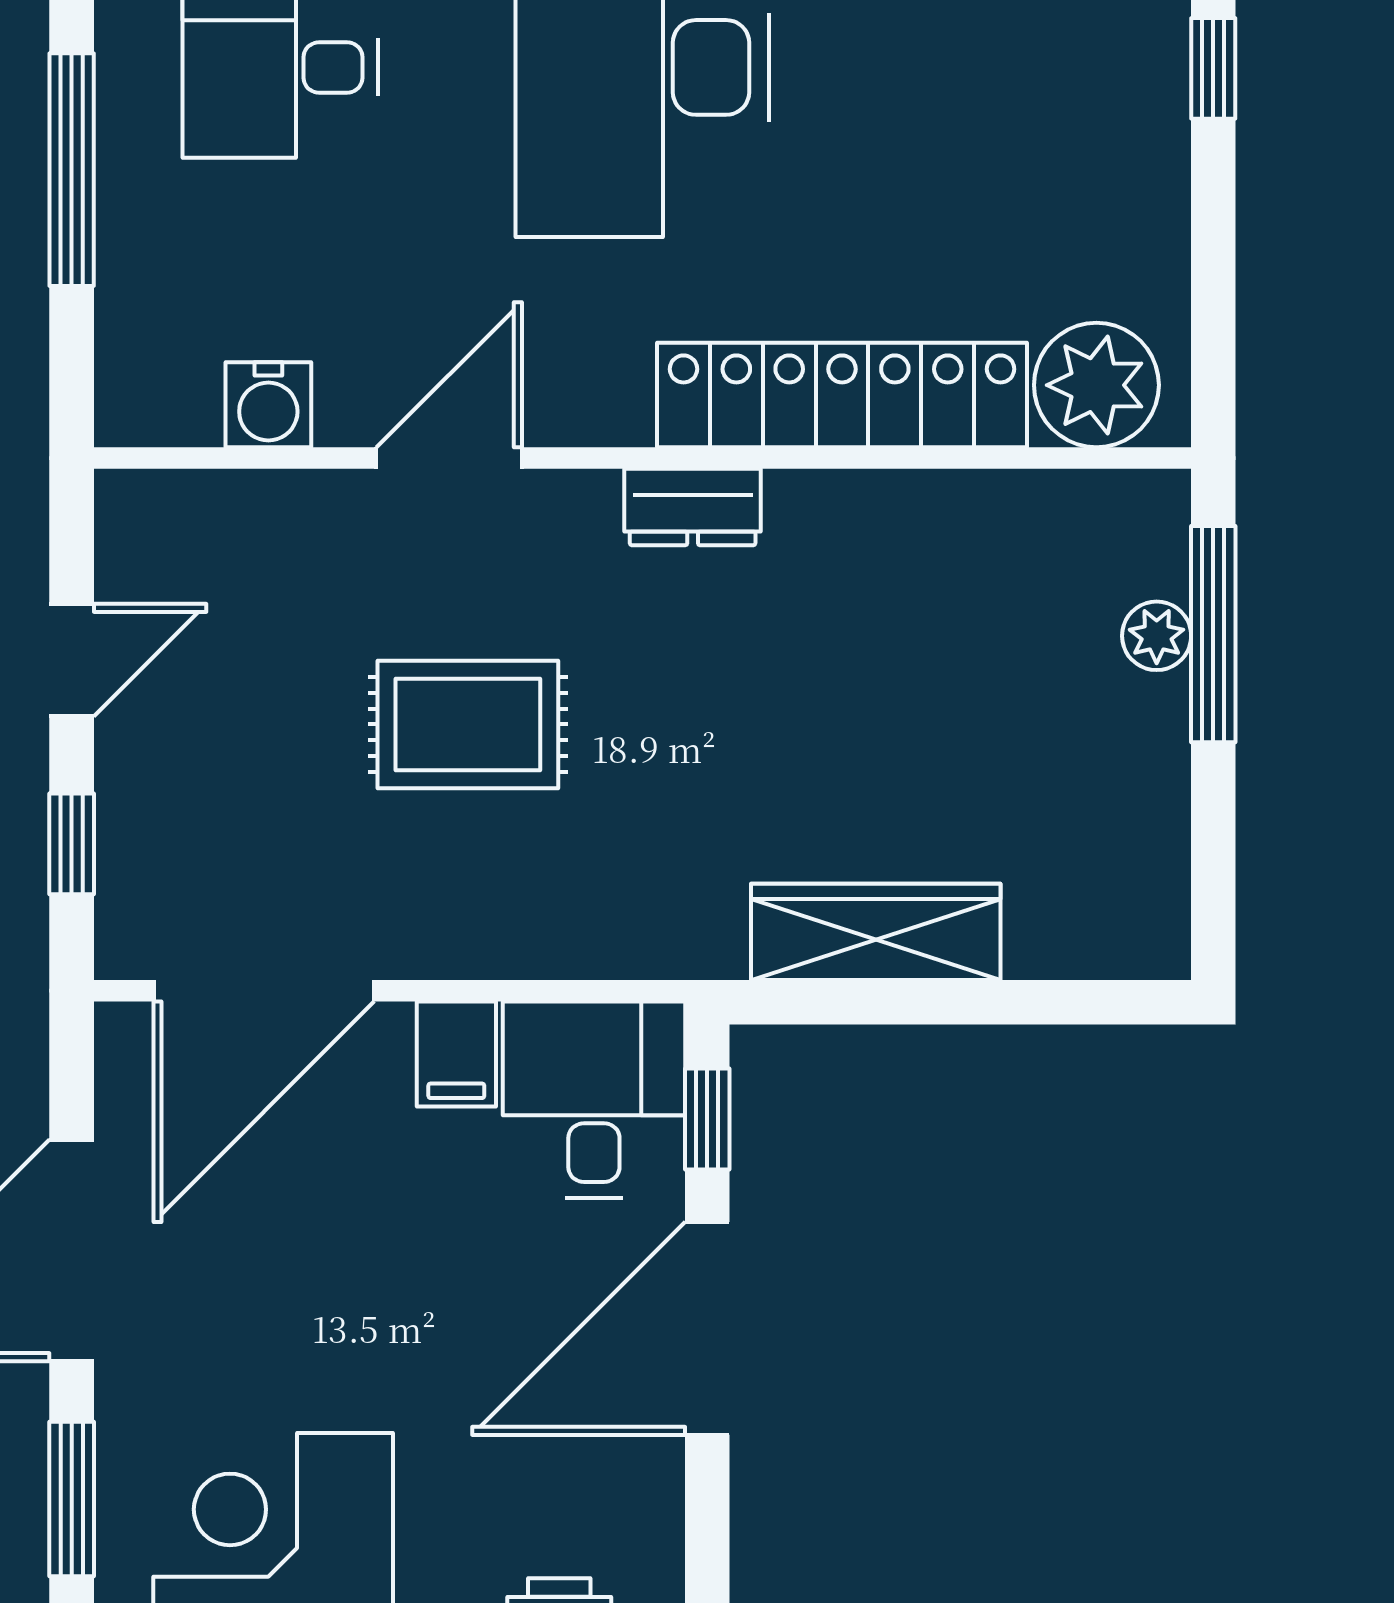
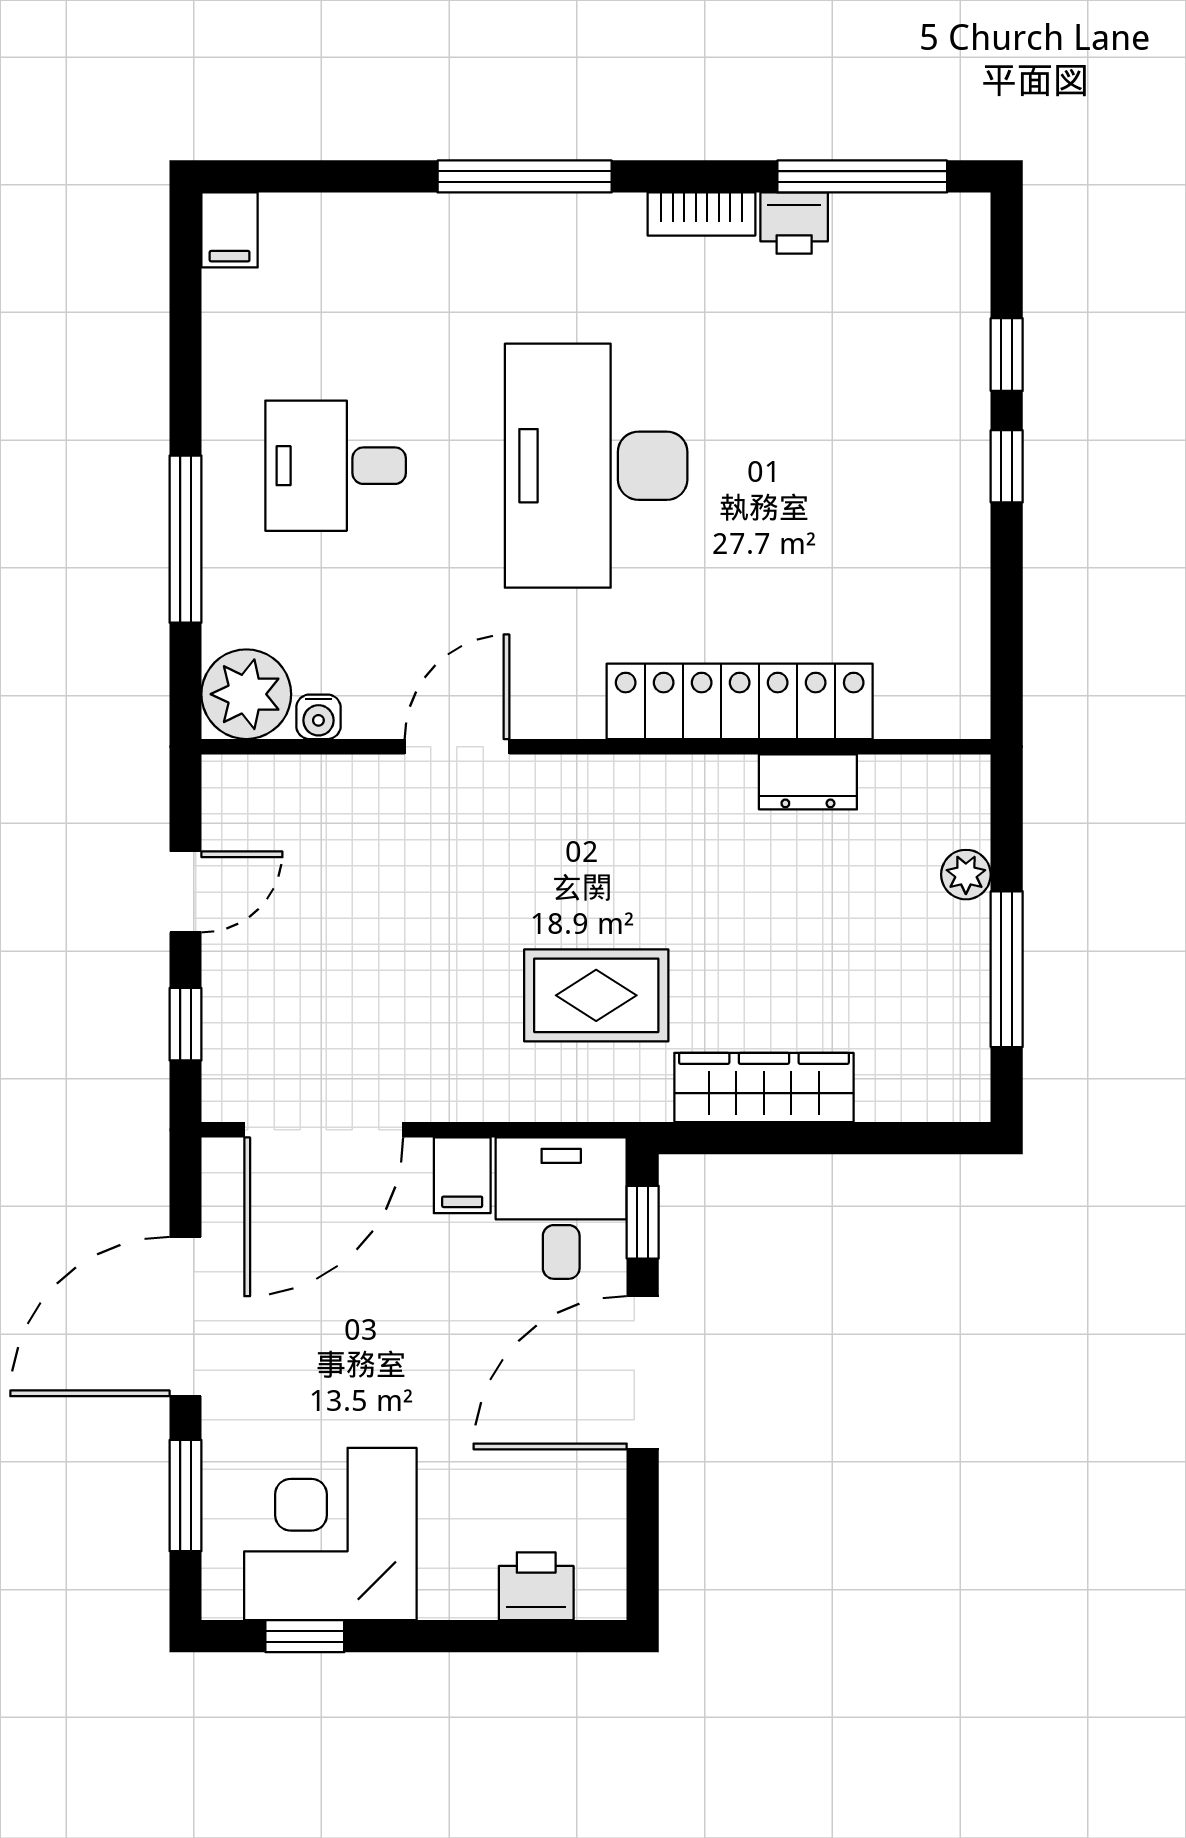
plant: (1096, 385) -> (246, 694), moved
water cooler: (268, 405) -> (318, 717), width x0.72, depth x0.72
dresser: (693, 507) -> (808, 782), moved
window: (1213, 634) -> (1007, 969), moved
rug: (468, 724) -> (596, 995), moved

